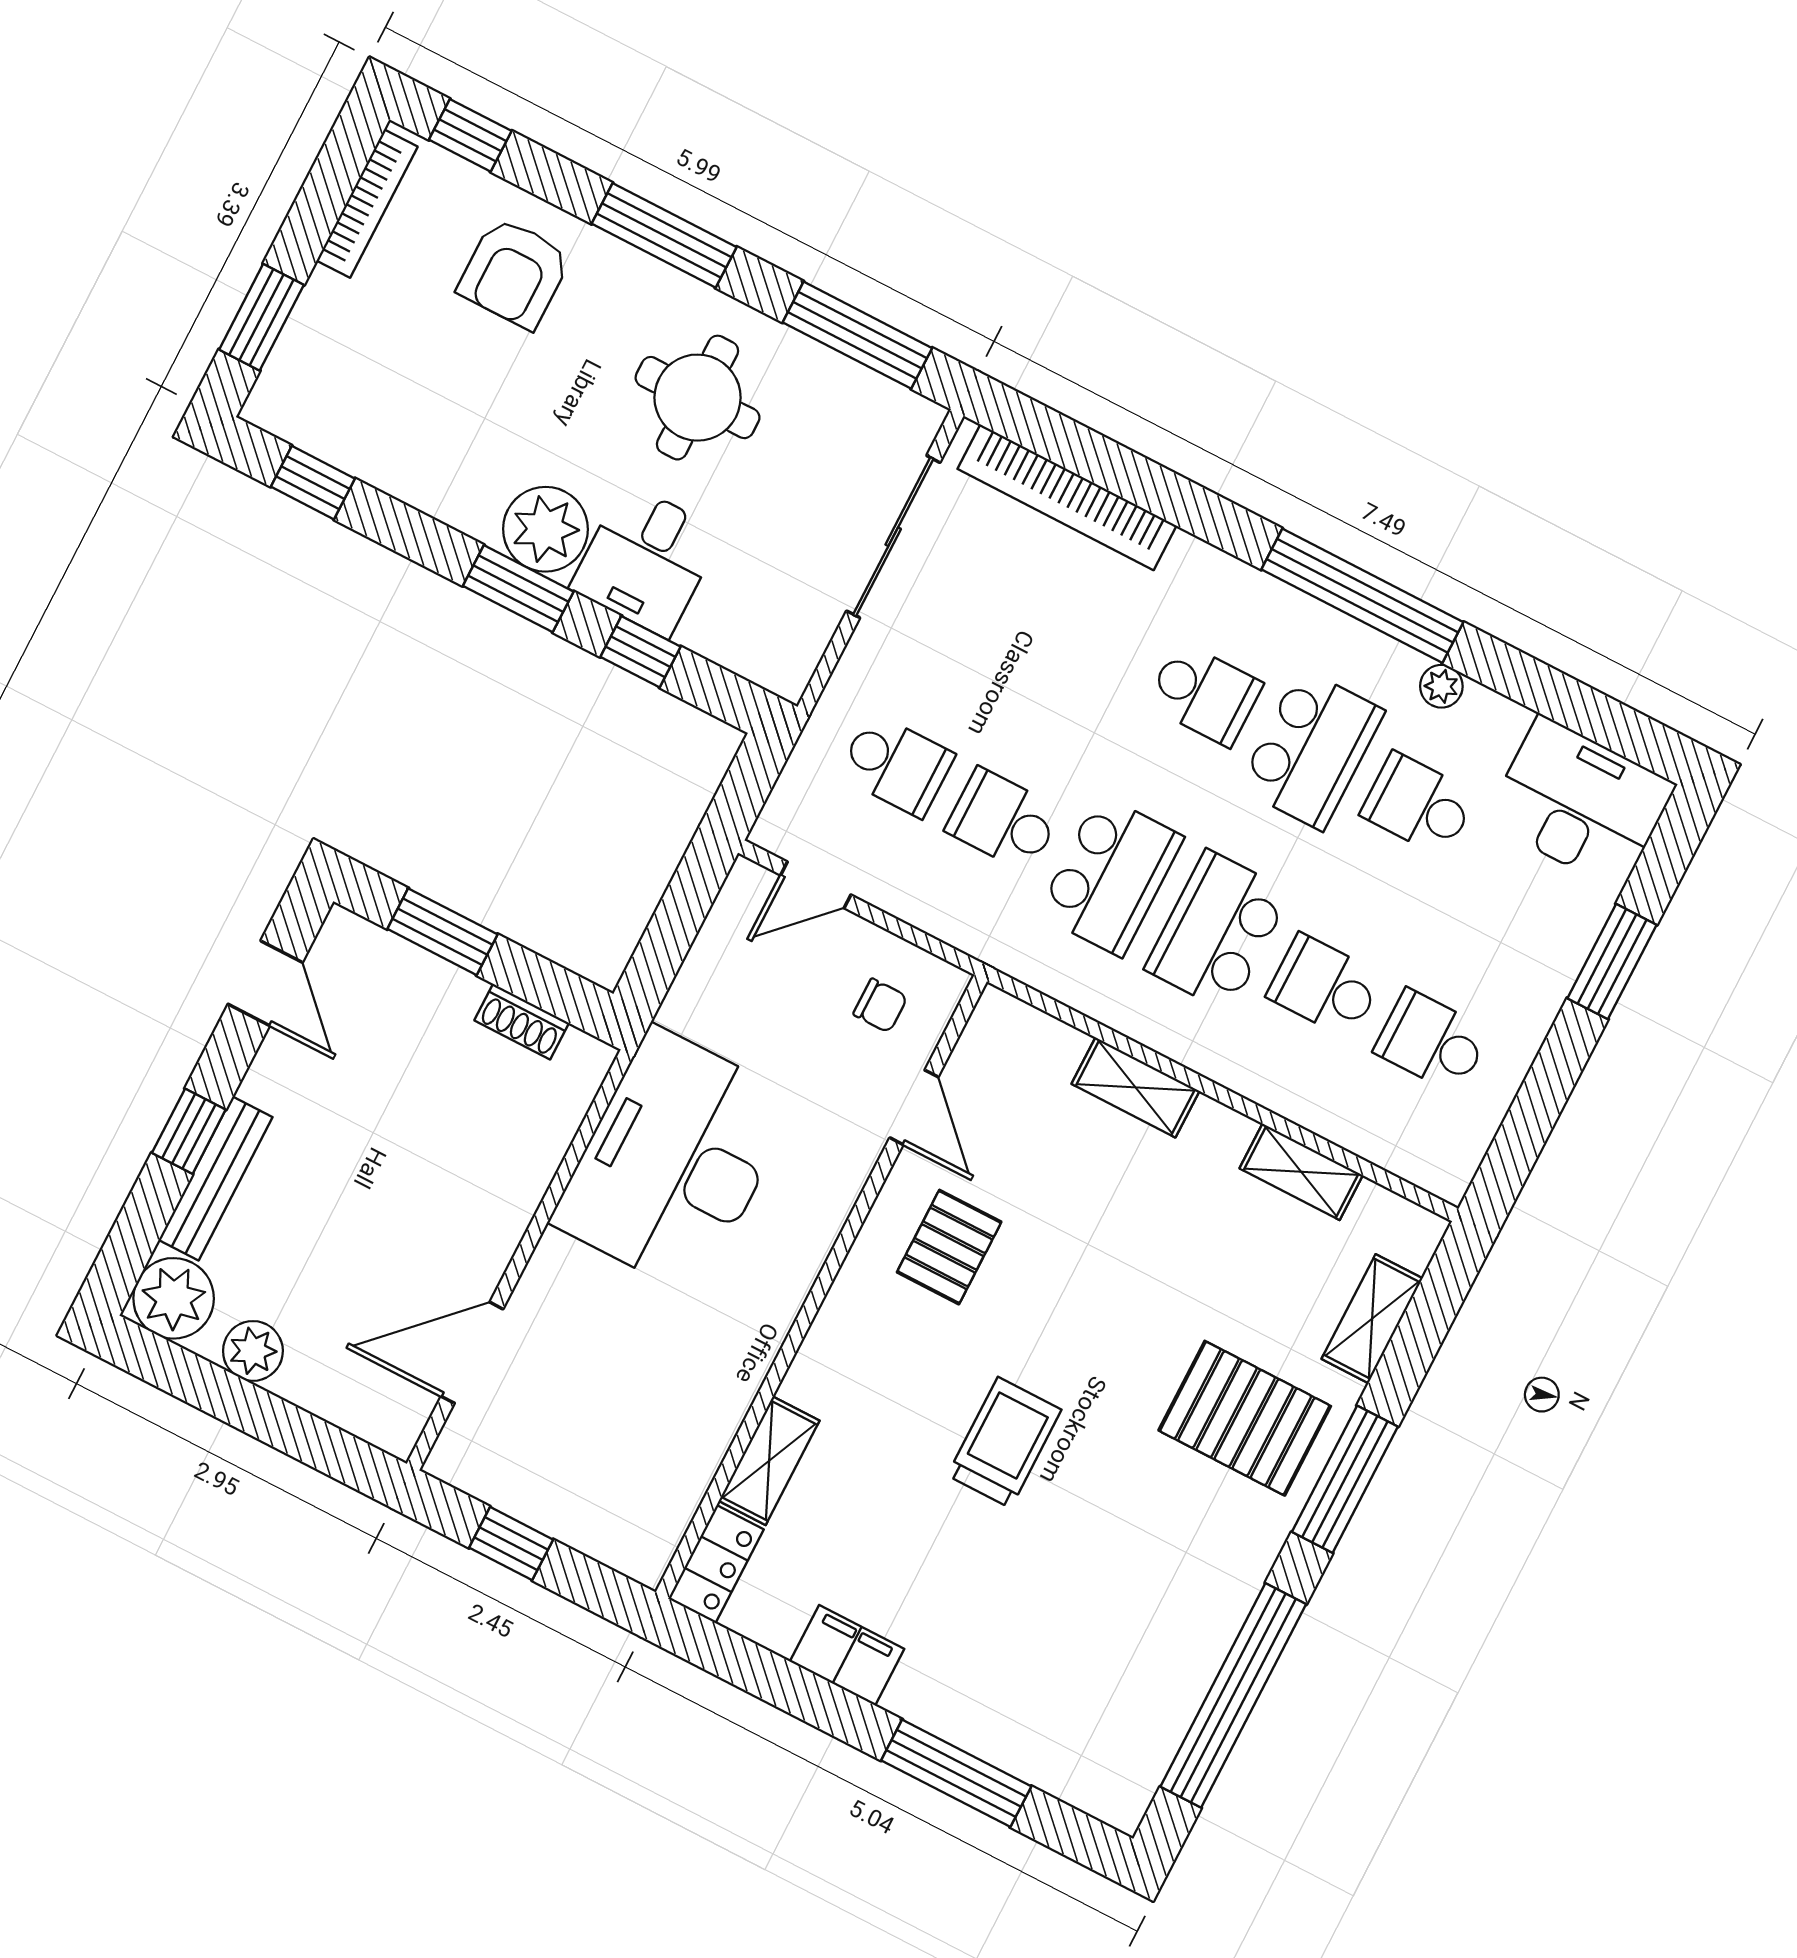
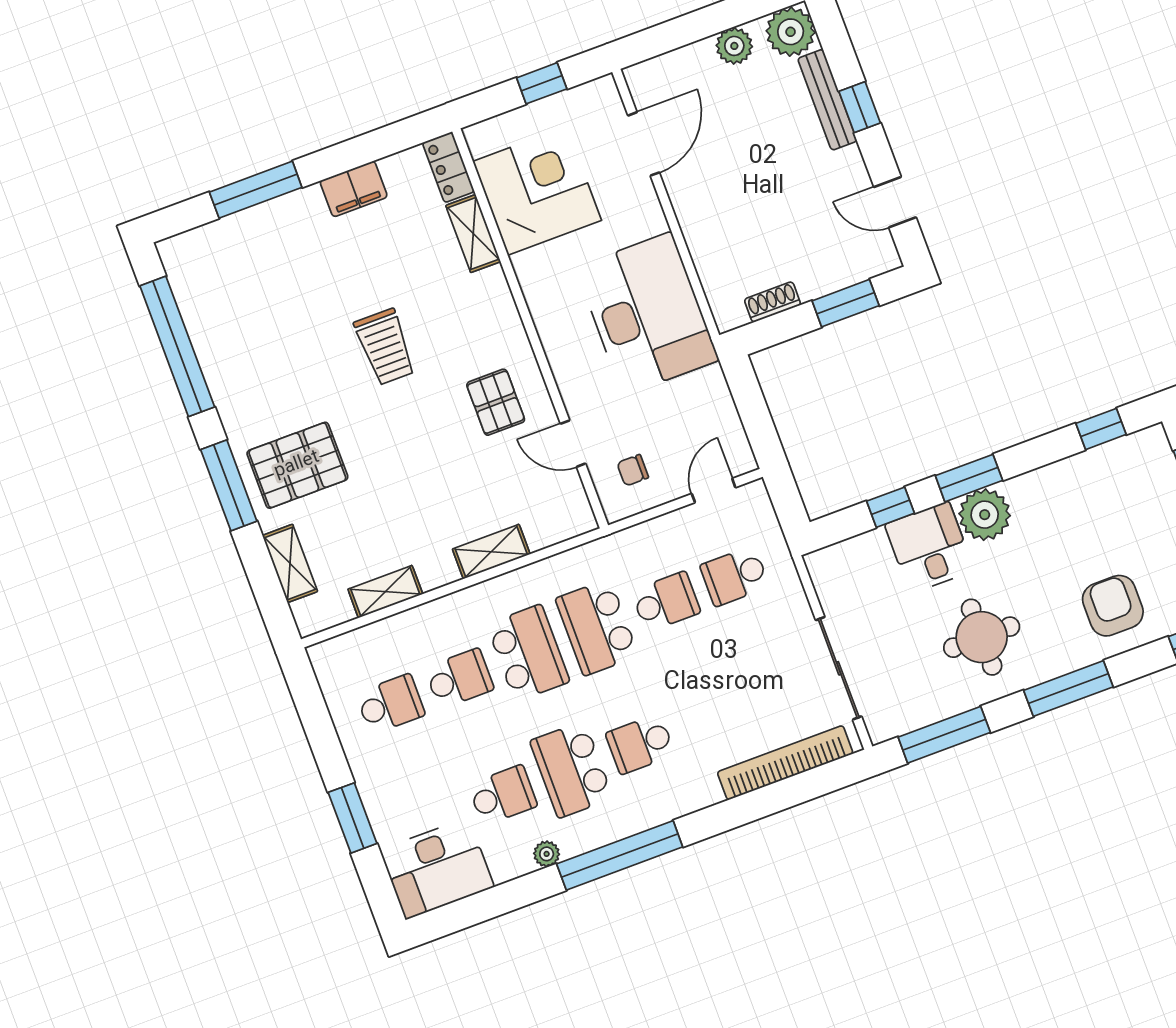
corner desk: (647, 1430) -> (537, 191), added

